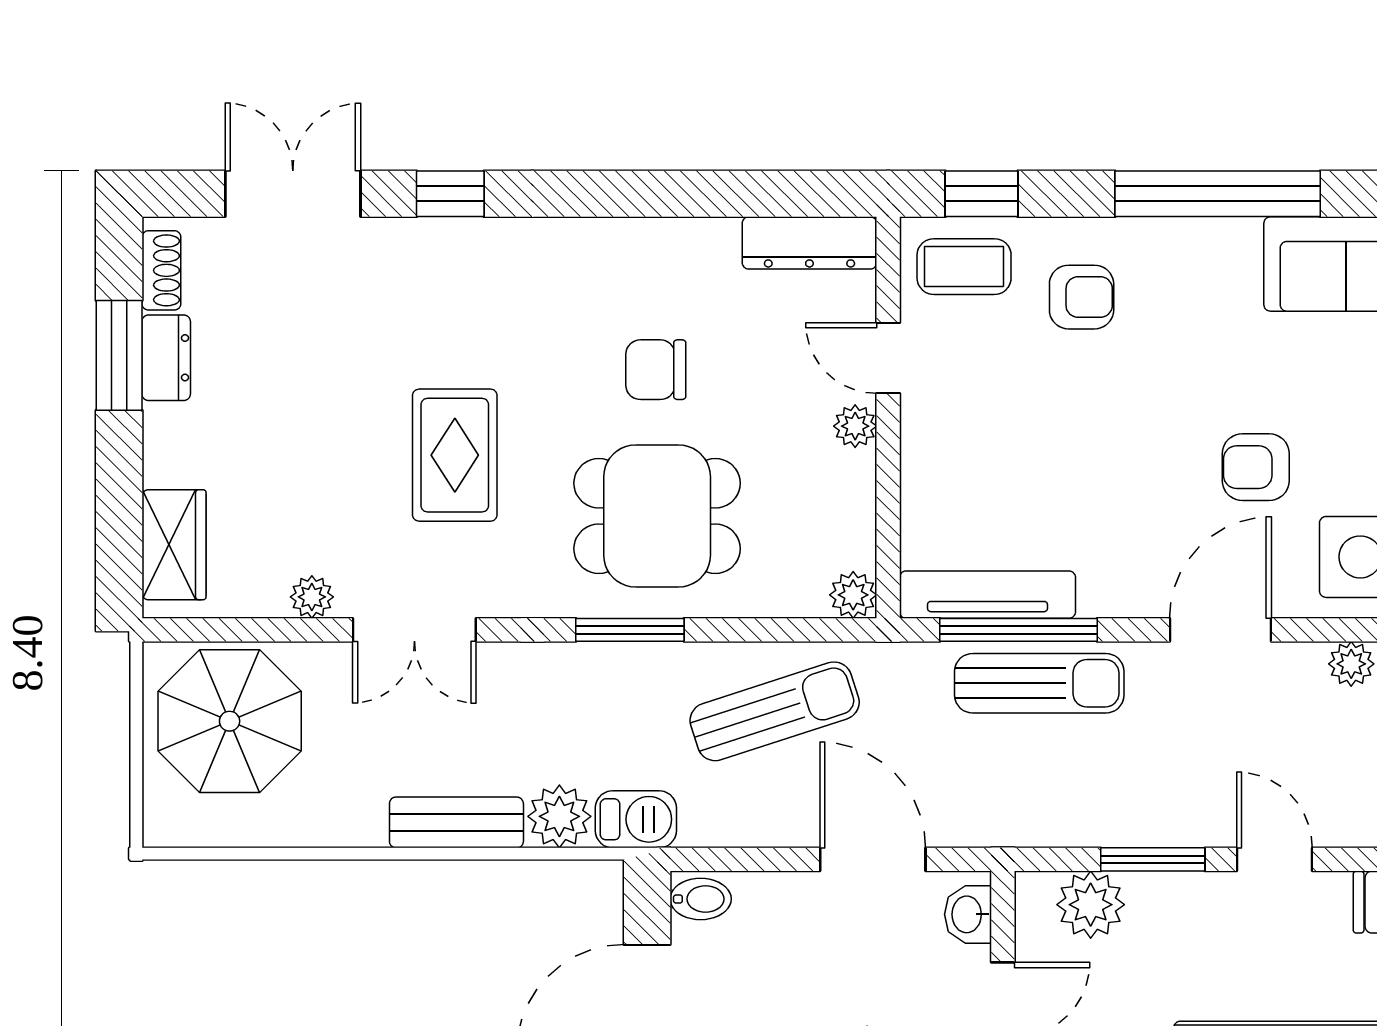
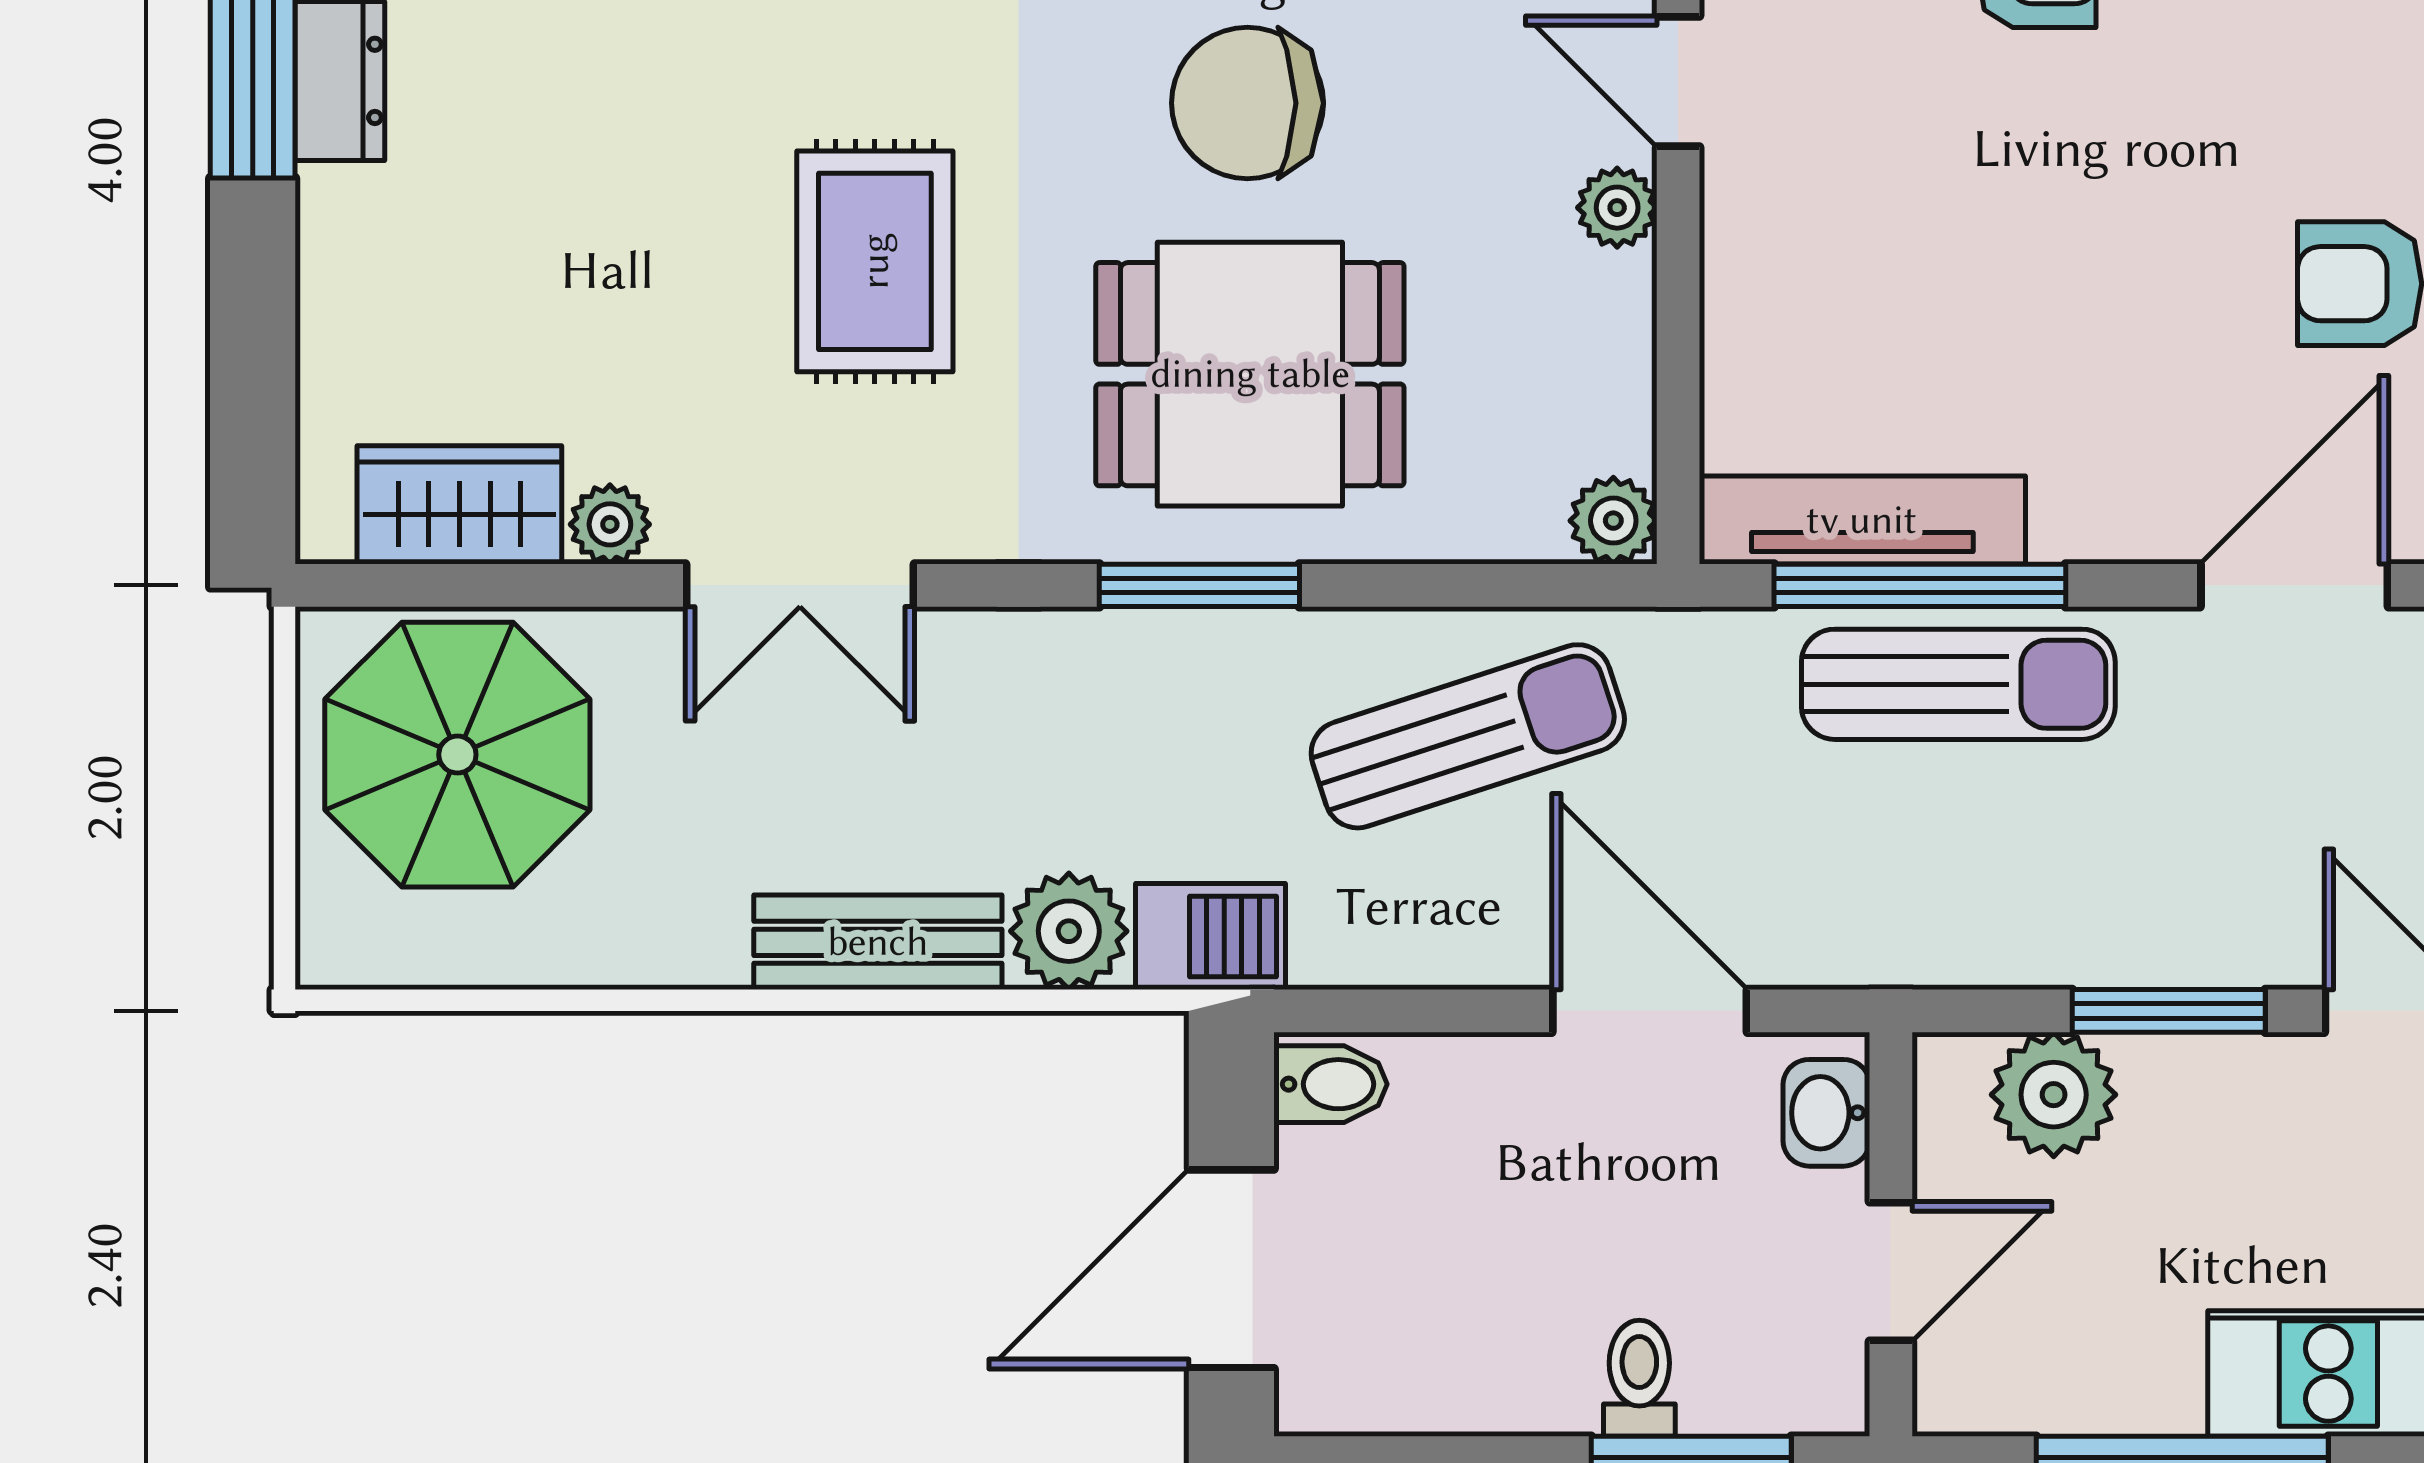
chair: (656, 370) -> (1247, 103), width x1.37, depth x1.37
wardrobe: (174, 545) -> (459, 505), moved, turned -90

